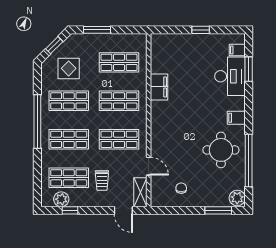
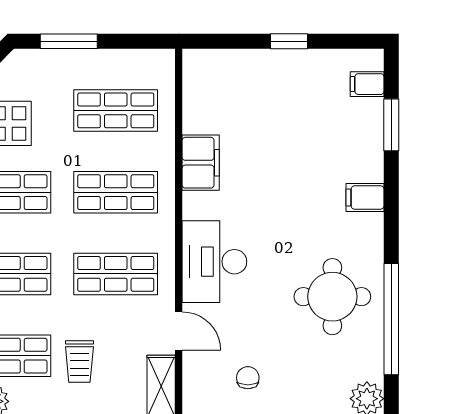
desk: (230, 76) -> (214, 262), moved, turned 180
filing cabinet: (236, 118) -> (365, 197), moved

